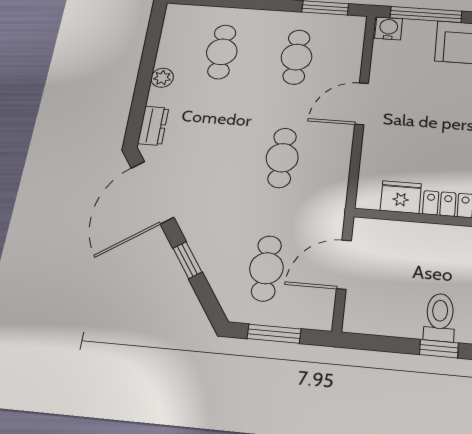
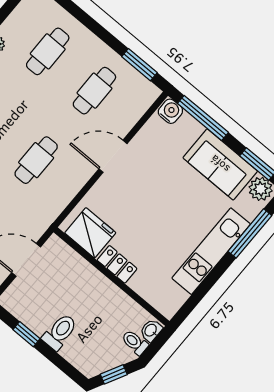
fridge: (401, 197) -> (90, 233), width x1.36, depth x1.34
window: (439, 349) -> (26, 334), moved

